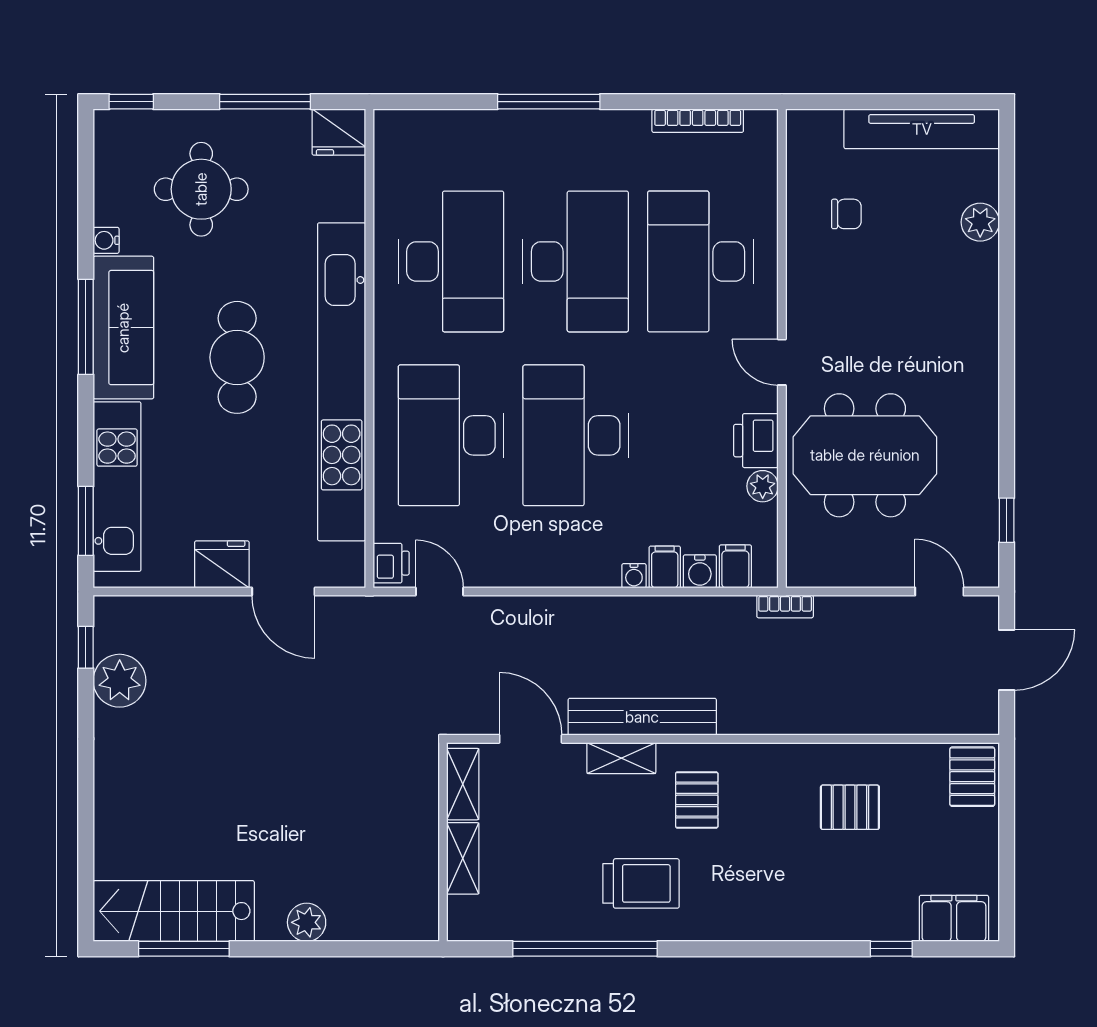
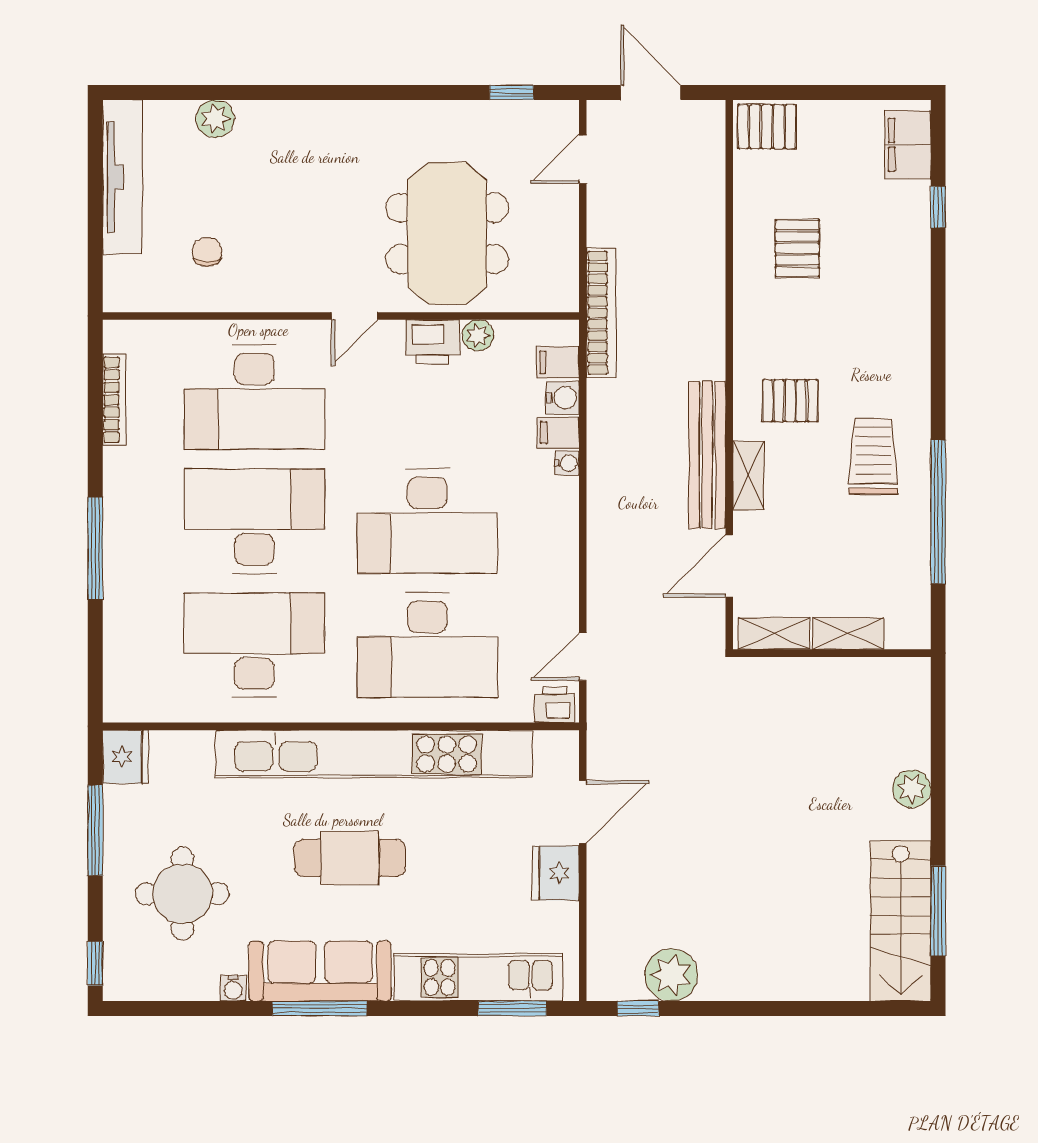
bookcase: (785, 607) -> (601, 313), width x2.31, depth x1.31

